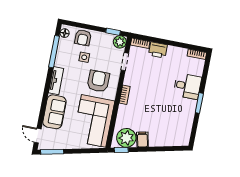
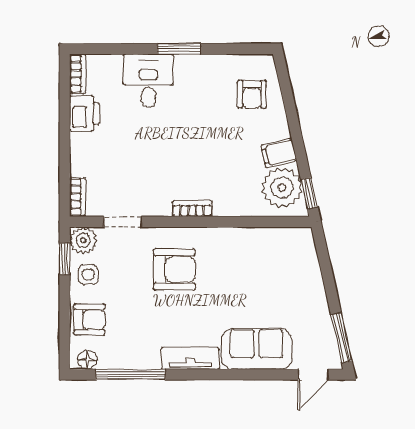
printer: (158, 50) -> (85, 114), moved
side table: (84, 57) -> (88, 275), moved
armchair: (98, 81) -> (174, 270), turned 180
corner sofa: (94, 121) -> (260, 263), removed
armchair: (172, 132) -> (252, 94), added

